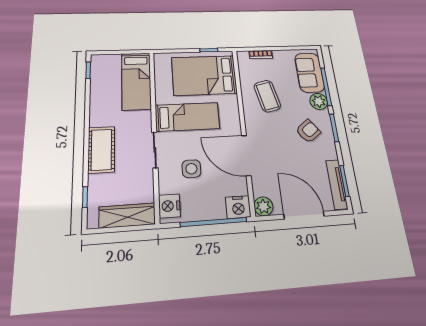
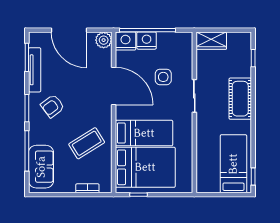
bed: (136, 81) -> (233, 164), moved
coffee table: (267, 96) -> (87, 143), turned 71
plant: (319, 101) -> (37, 136), removed
bed: (187, 117) -> (144, 133), moved, turned 180
tv unit: (337, 184) -> (35, 70), moved
nightstand: (169, 206) -> (147, 41), moved, turned -90
wardrobe: (127, 216) -> (211, 41), width x0.67

